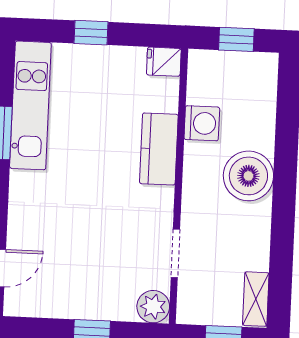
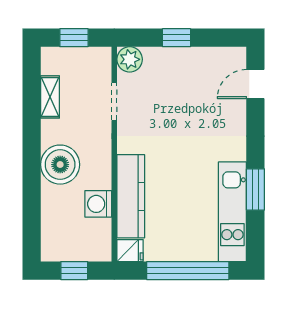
window: (91, 33) -> (188, 271), width x3.17
kitchen counter: (159, 149) -> (131, 196), width x1.50
shelving: (256, 299) -> (50, 97), moved

